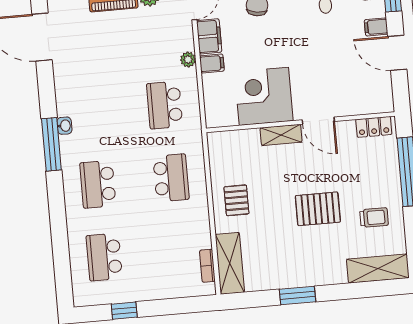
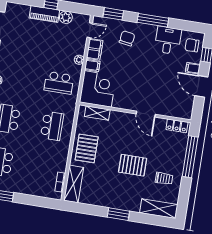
corner desk: (264, 96) -> (98, 89), moved, turned 90
school desk: (165, 105) -> (59, 83), turned -90
shelving: (281, 135) -> (97, 113), moved
pallet: (236, 200) -> (87, 148), width x1.50, depth x1.42
window: (298, 295) -> (118, 214), moved

